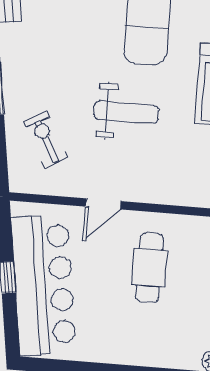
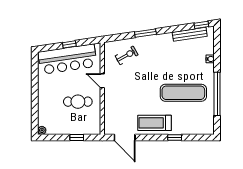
weight bench: (126, 112) -> (140, 87), removed

